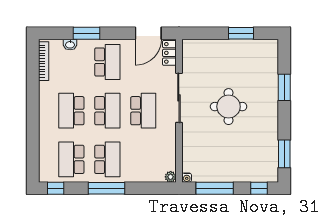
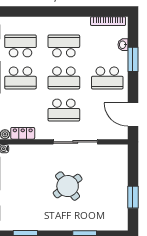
locker: (169, 53) -> (23, 133), moved
round table: (229, 107) -> (68, 186), turned -37

